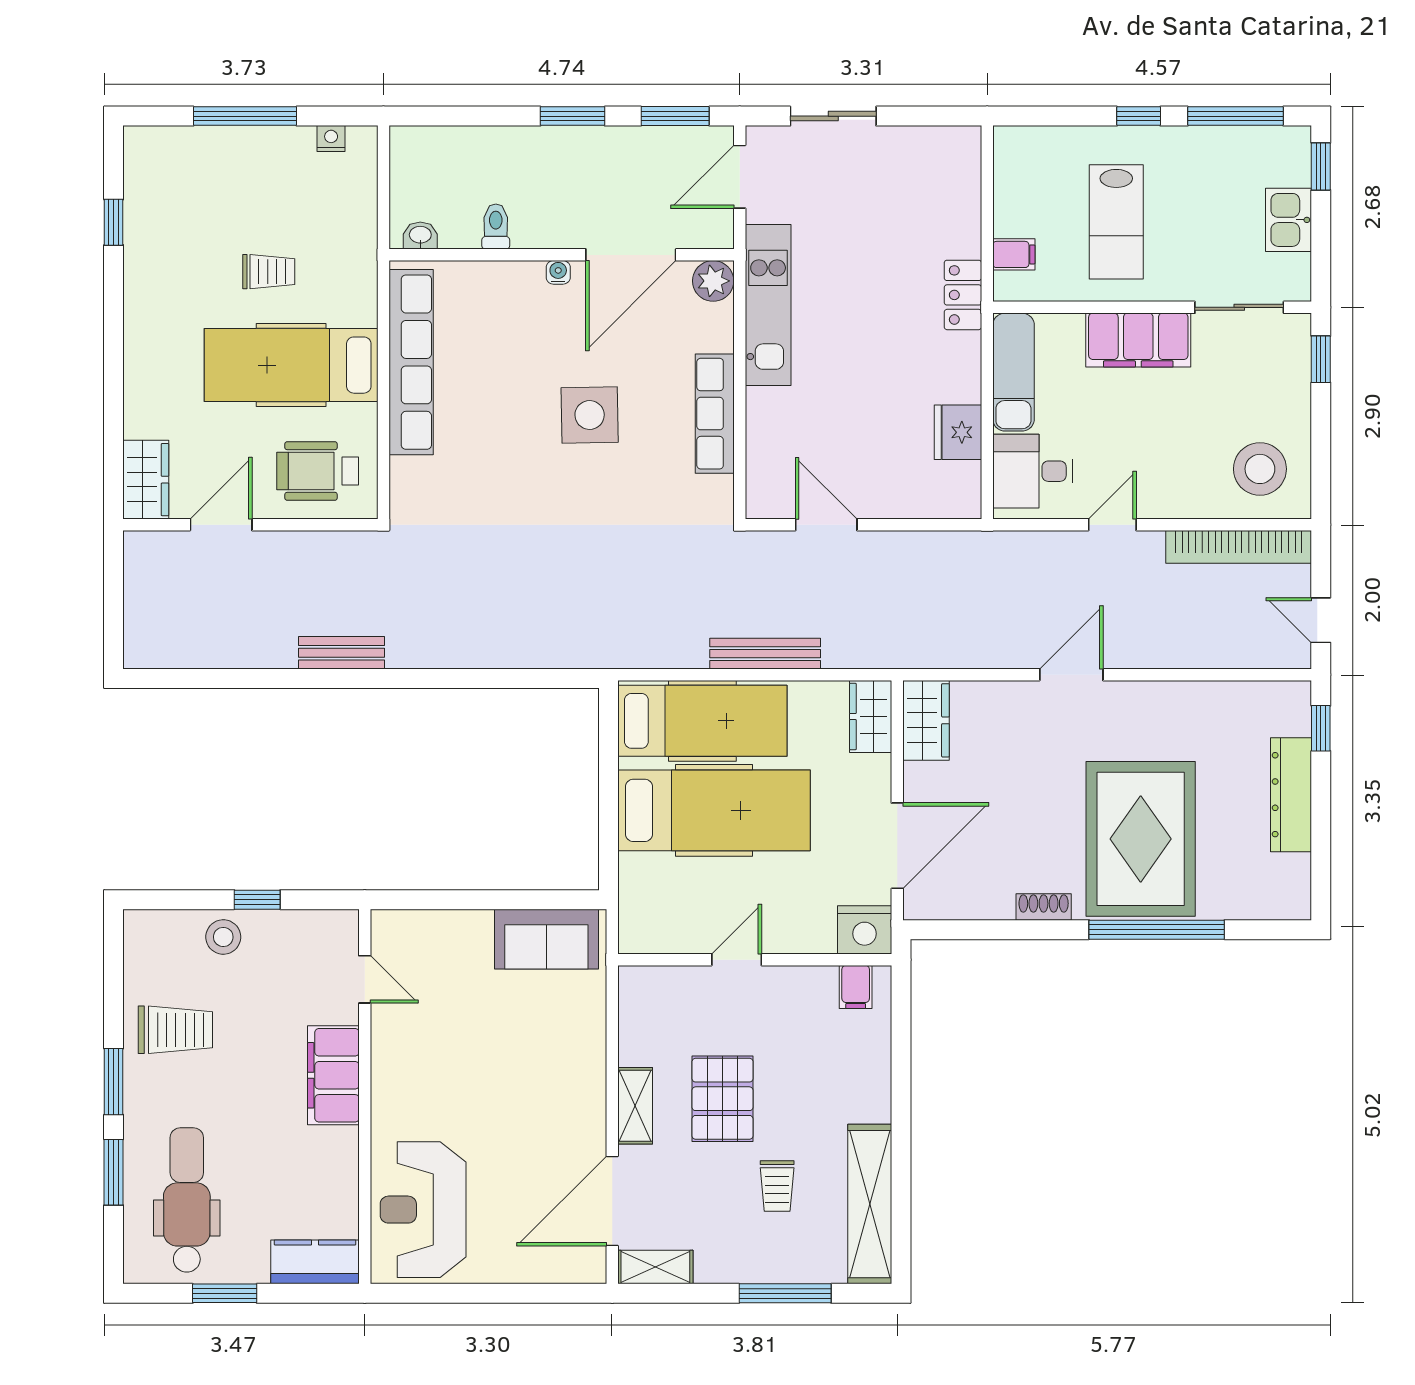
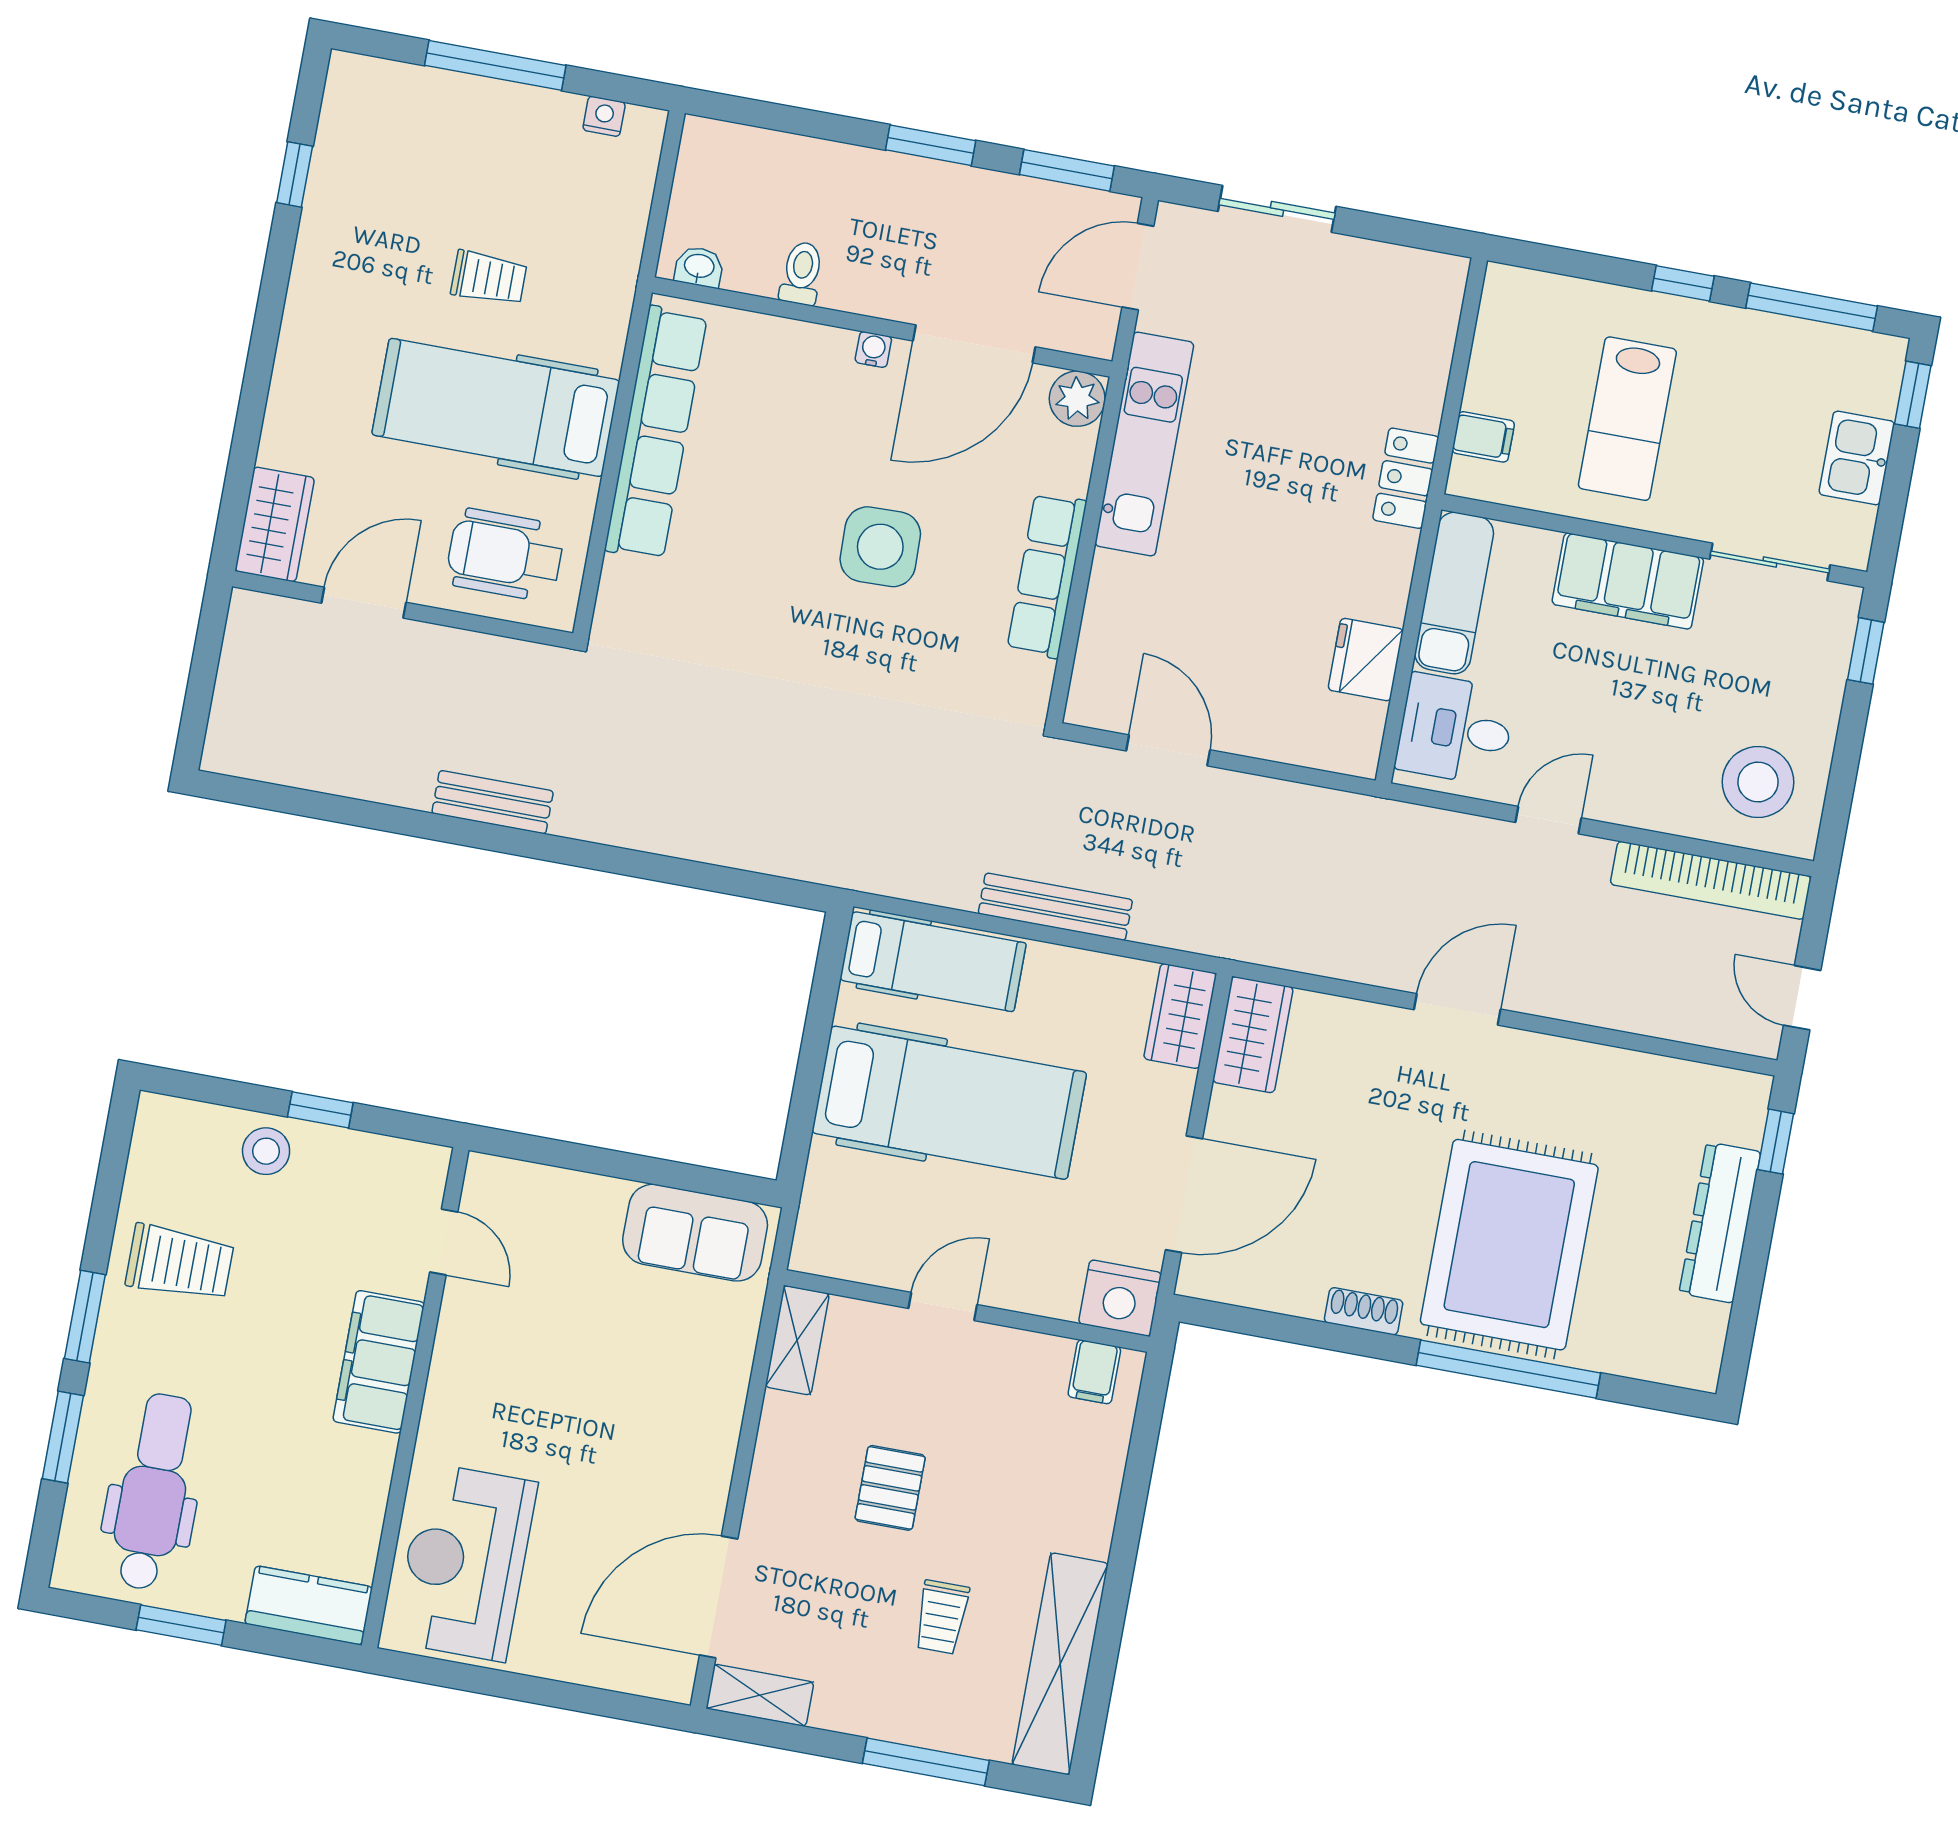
hospital bed: (702, 721) -> (933, 962), width x0.73, depth x0.78
pallet: (723, 1099) -> (890, 1488), width x0.67, depth x0.71
shelving: (635, 1106) -> (797, 1340), moved

